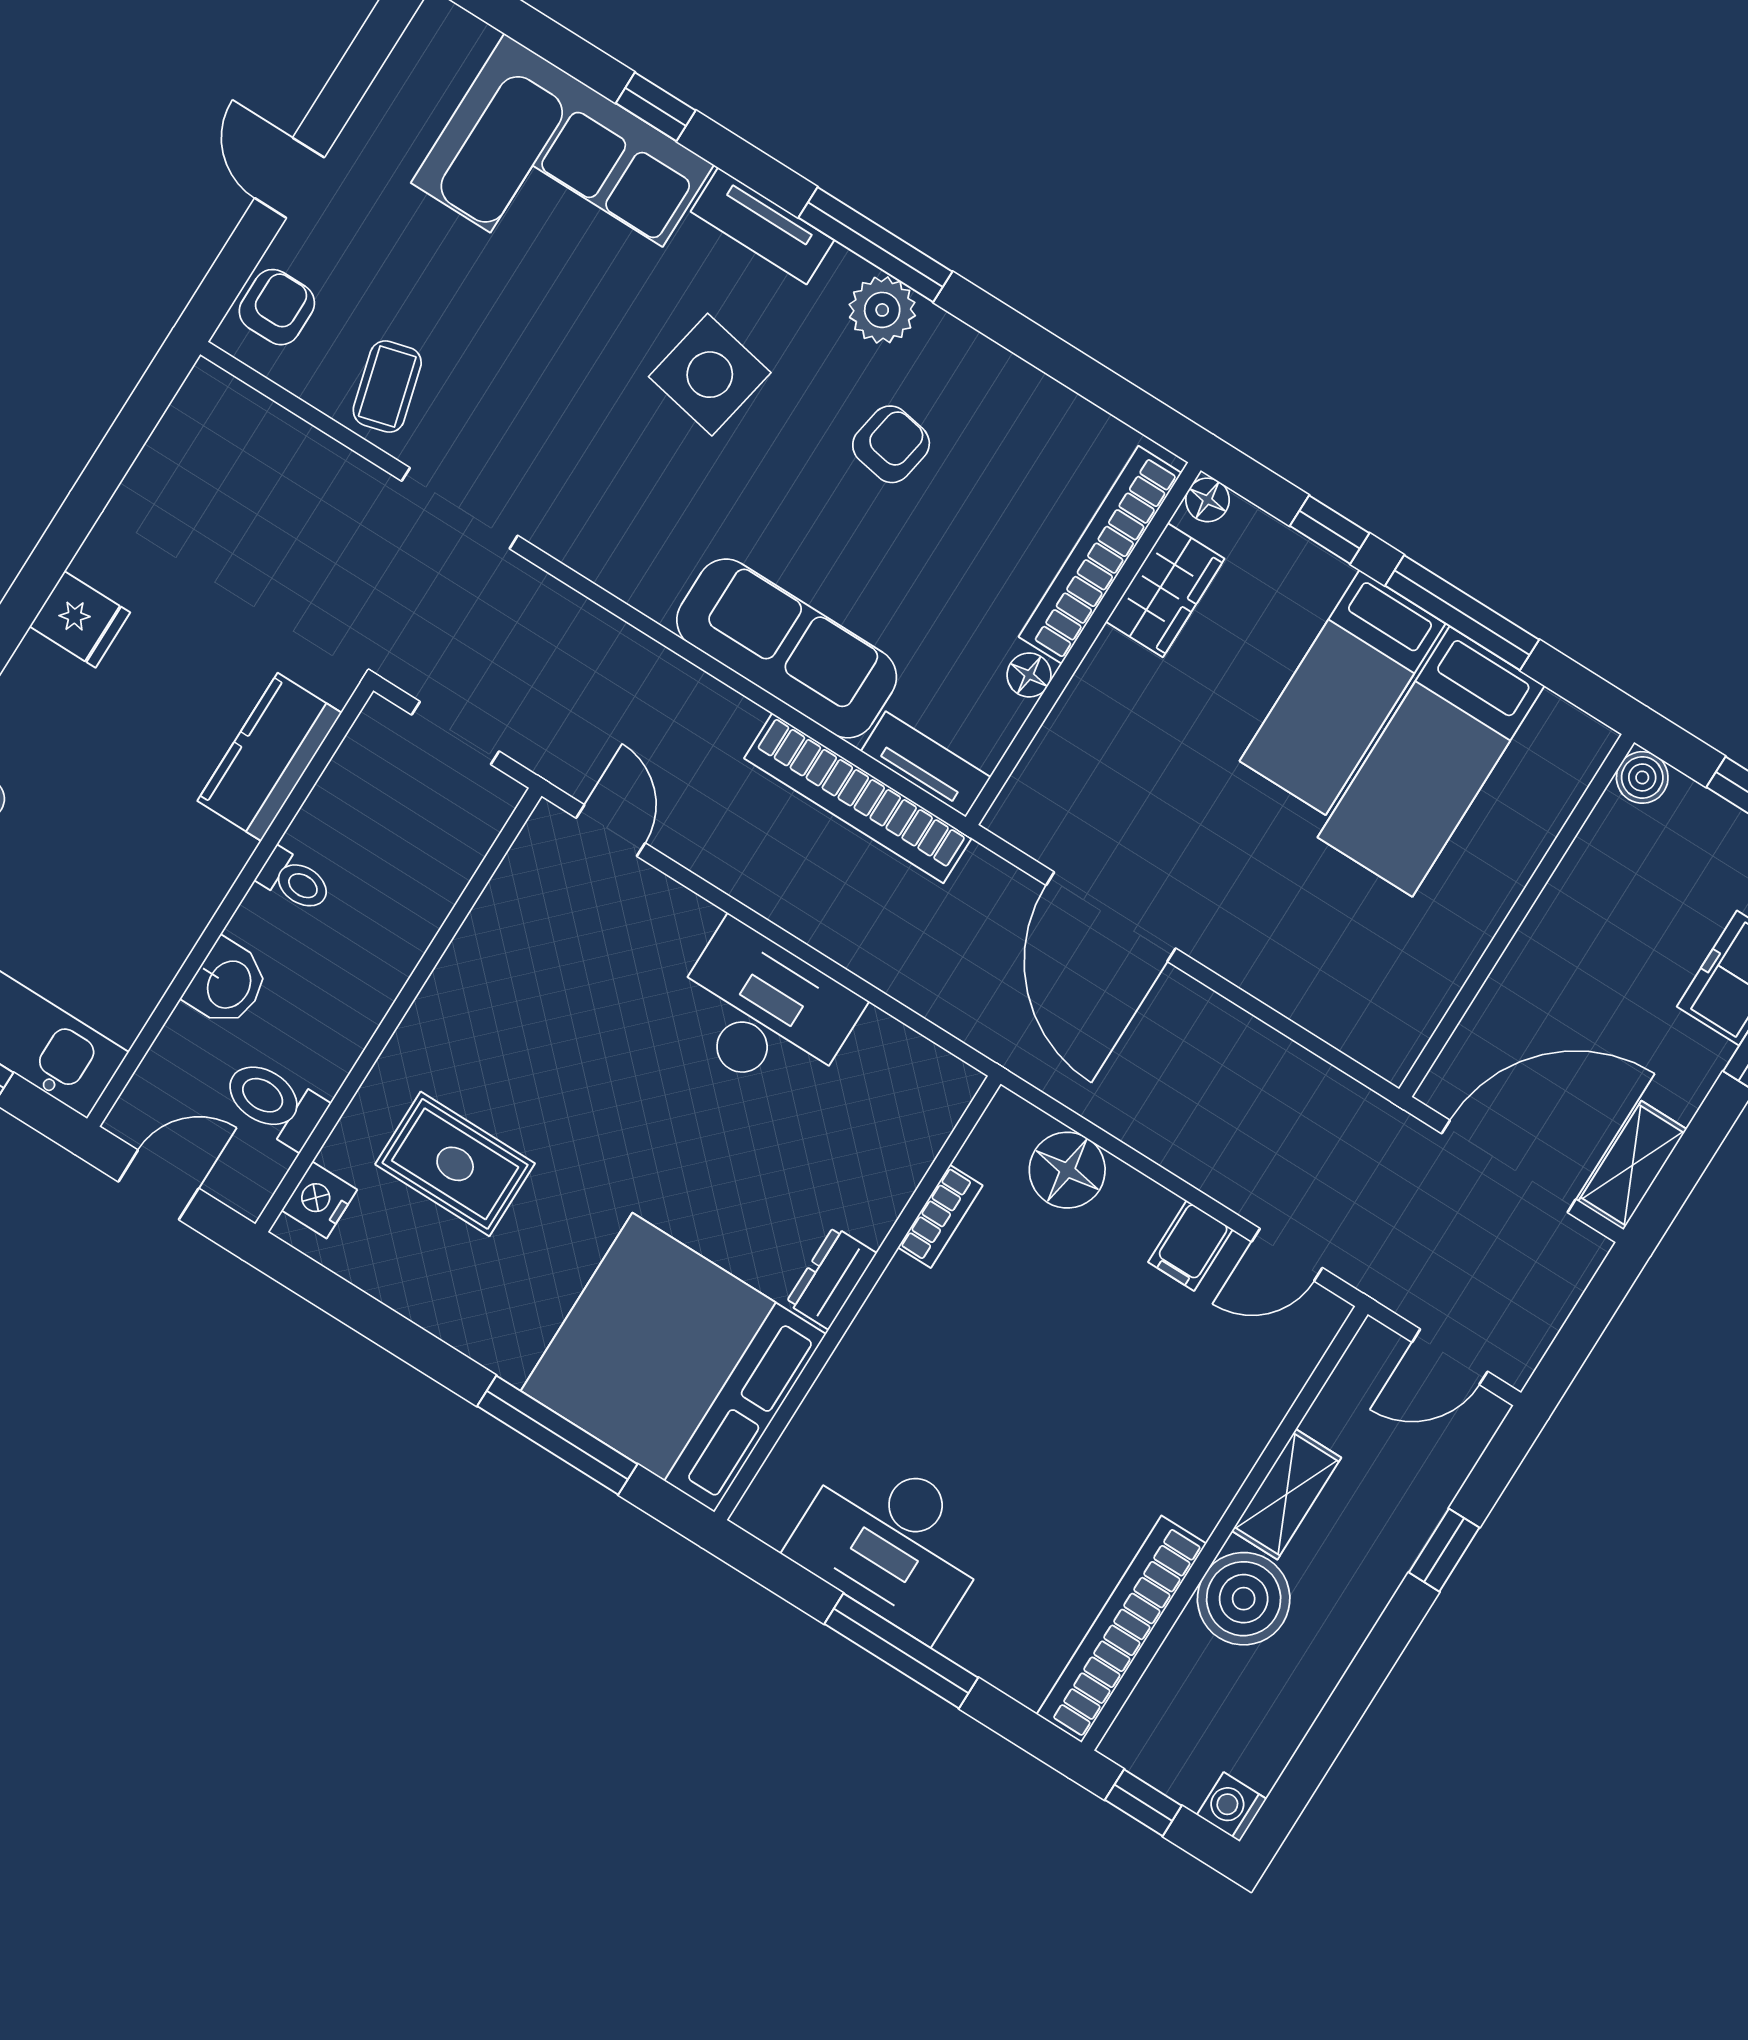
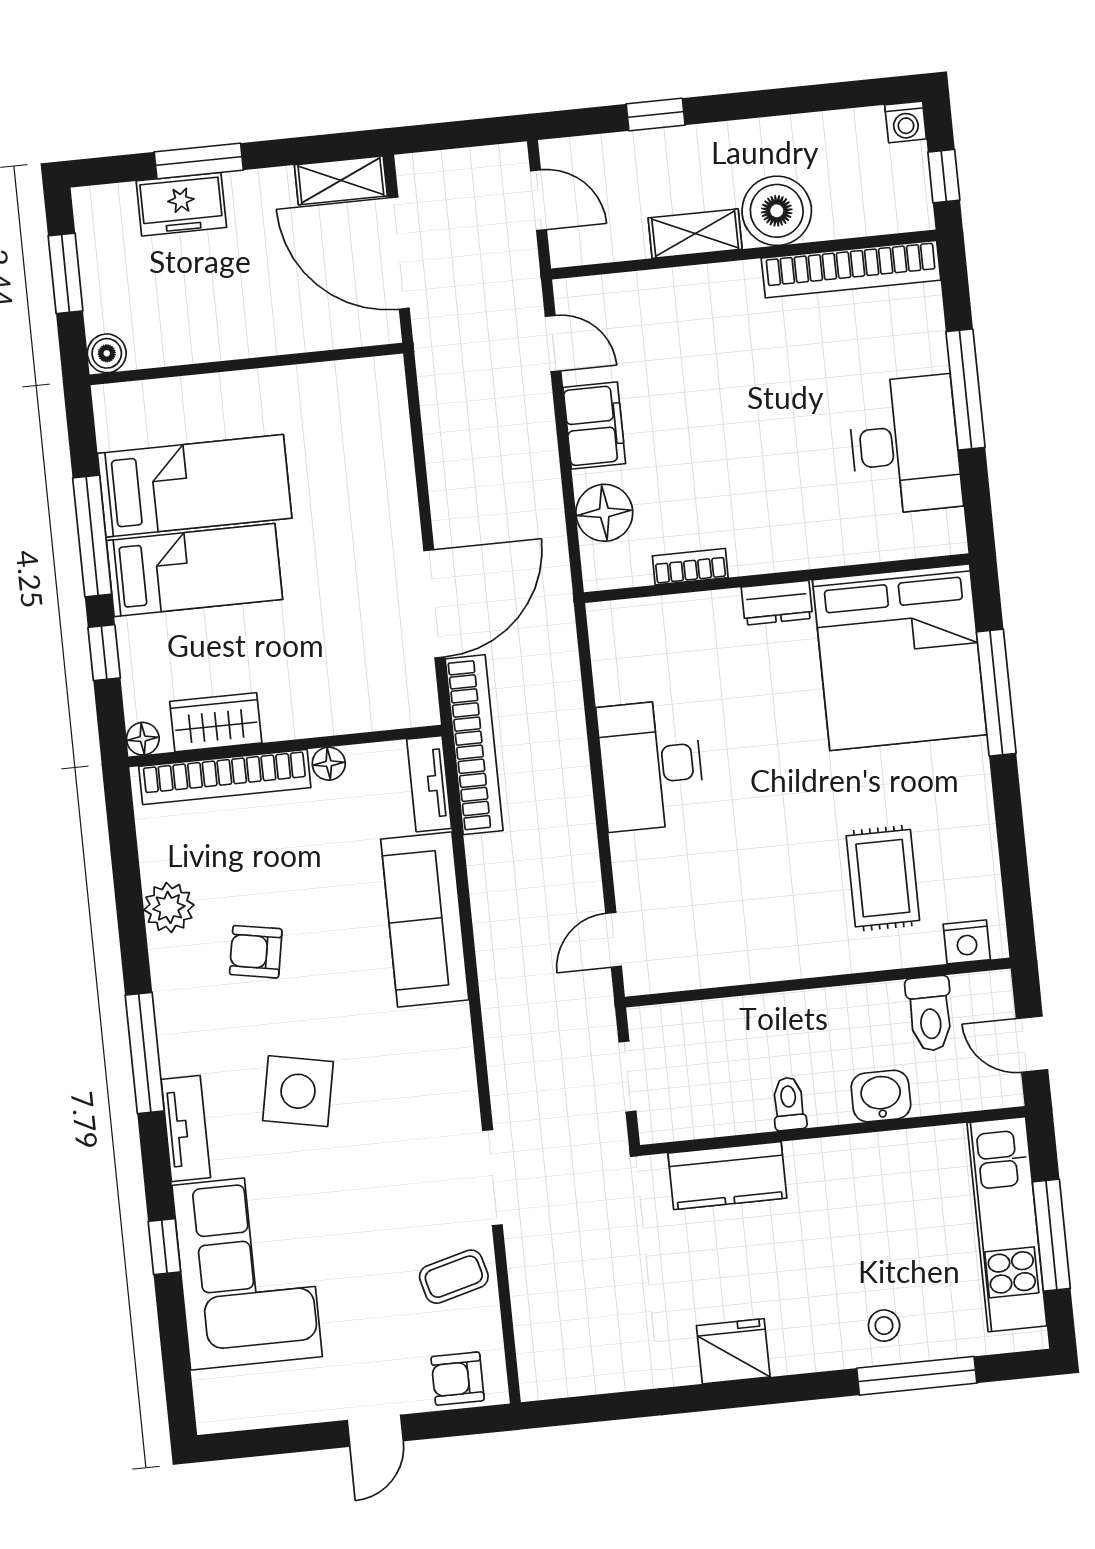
plant: (882, 310) -> (169, 907), moved
fridge: (80, 619) -> (733, 1351), width x1.38
bookcase: (858, 798) -> (474, 745), moved
filing cabinet: (1190, 1246) -> (594, 425), width x2.00

